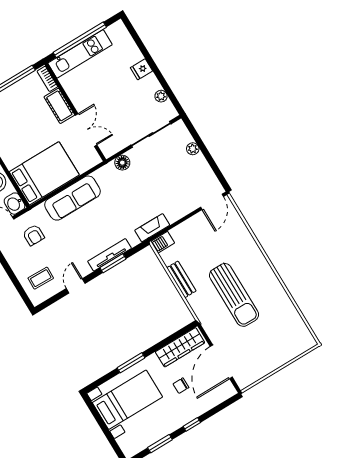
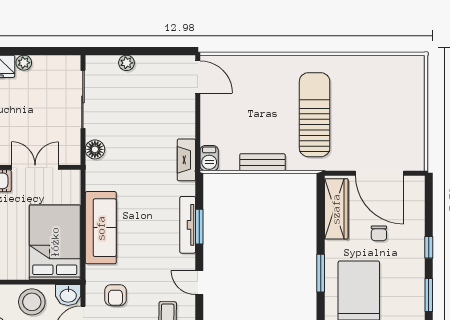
plant: (161, 96) -> (24, 63), moved
armchair: (34, 235) -> (115, 295), turned 90
sun lounger: (234, 295) -> (315, 115), turned -90

